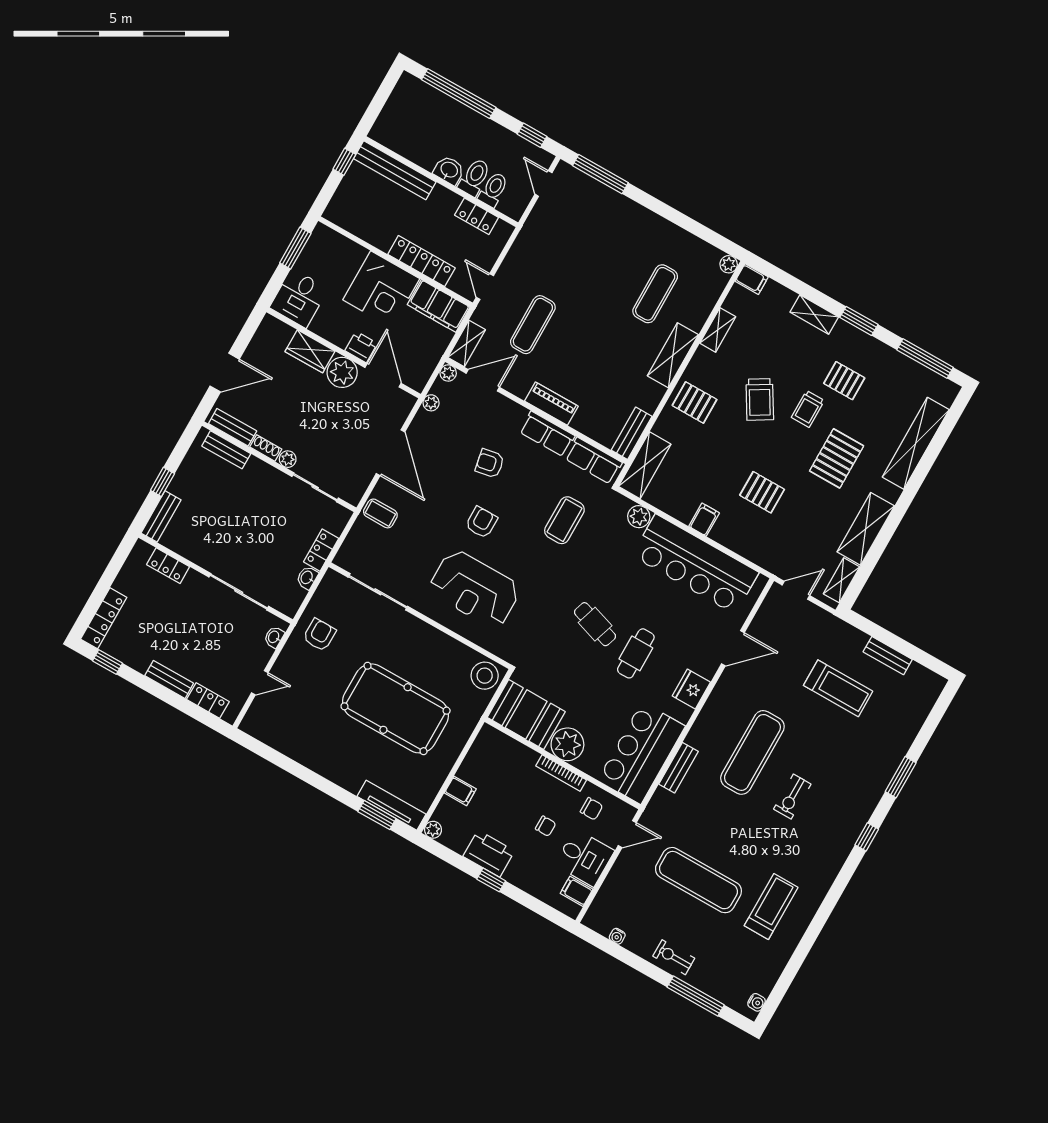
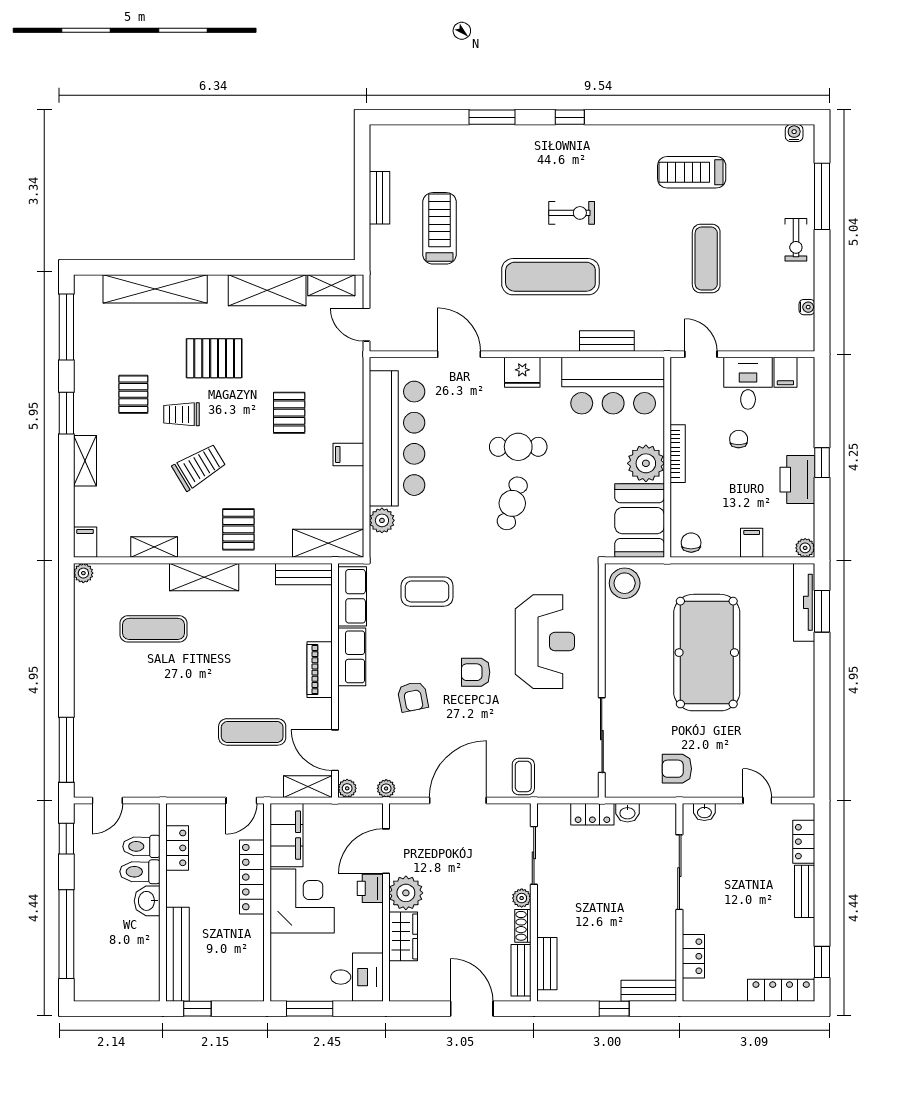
trolley: (808, 409) -> (181, 414), turned 180
chair: (592, 809) -> (691, 543), moved
exercise mat: (698, 880) -> (706, 258), width x0.73, depth x0.69

